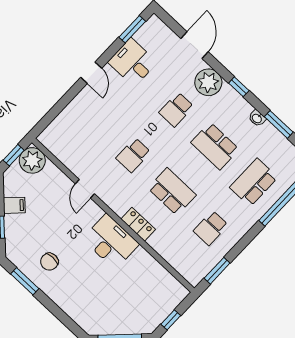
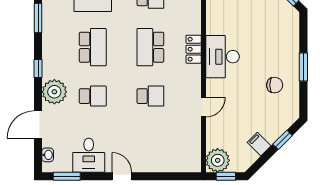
door: (91, 73) -> (122, 176), hinge flipped
washbasin: (257, 118) -> (48, 155), moved
window: (25, 281) -> (303, 67), moved

